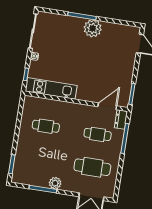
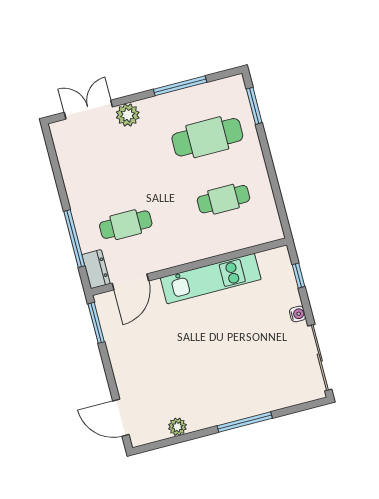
plant: (93, 28) -> (177, 427), moved, width x0.53, depth x0.53
kitchen unit: (51, 88) -> (211, 279), moved
cafe table: (92, 167) -> (207, 137), moved
plant: (55, 183) -> (128, 115), moved

